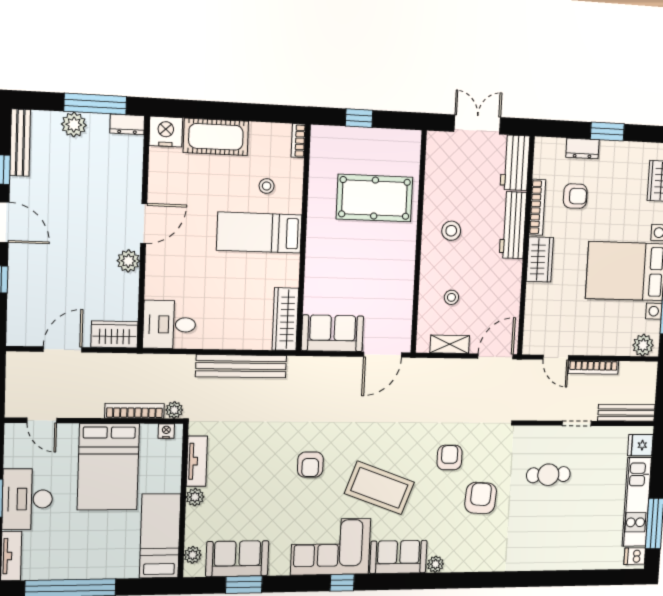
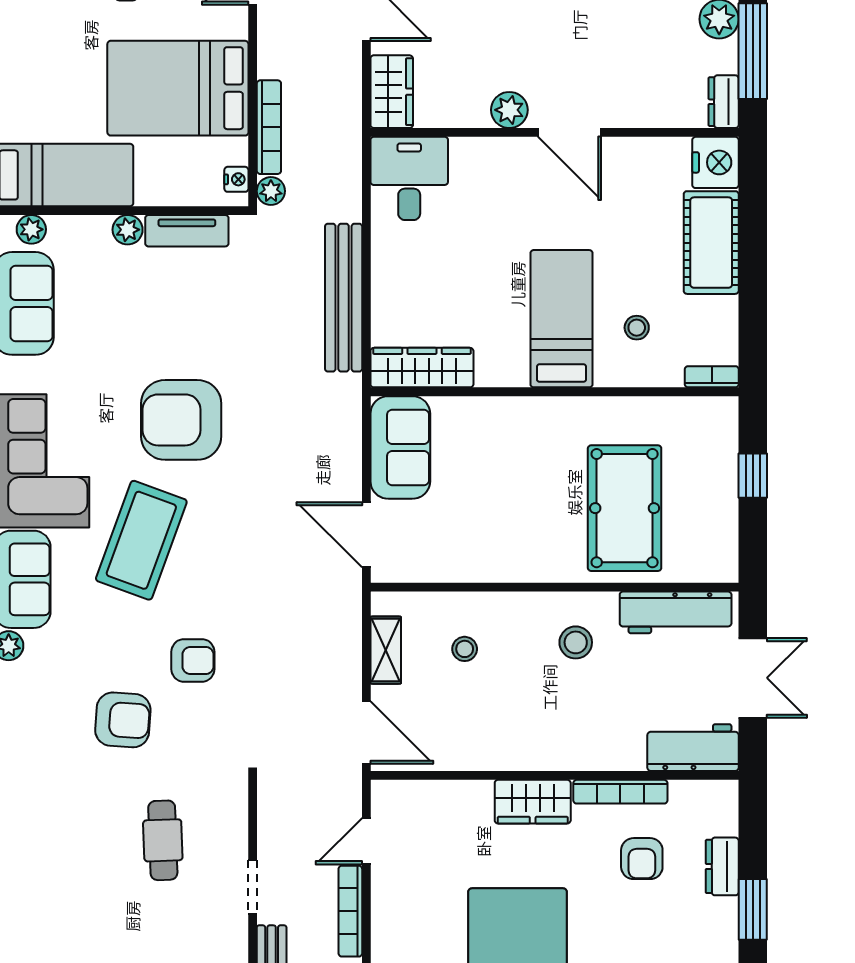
workbench: (513, 225) -> (676, 612), moved, turned 180
armchair: (310, 465) -> (181, 420), width x1.88, depth x1.88

